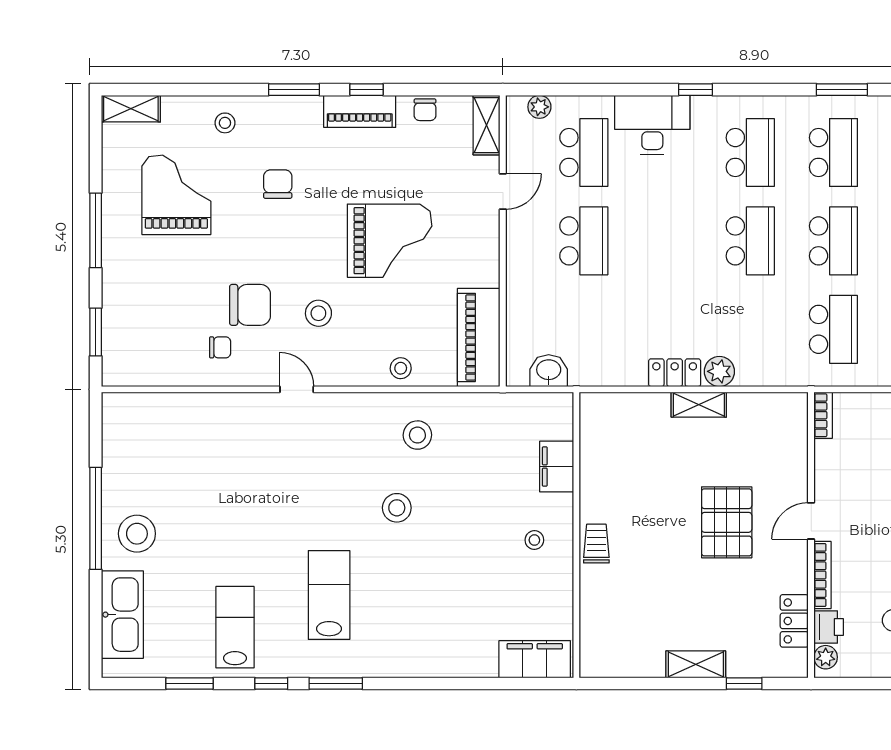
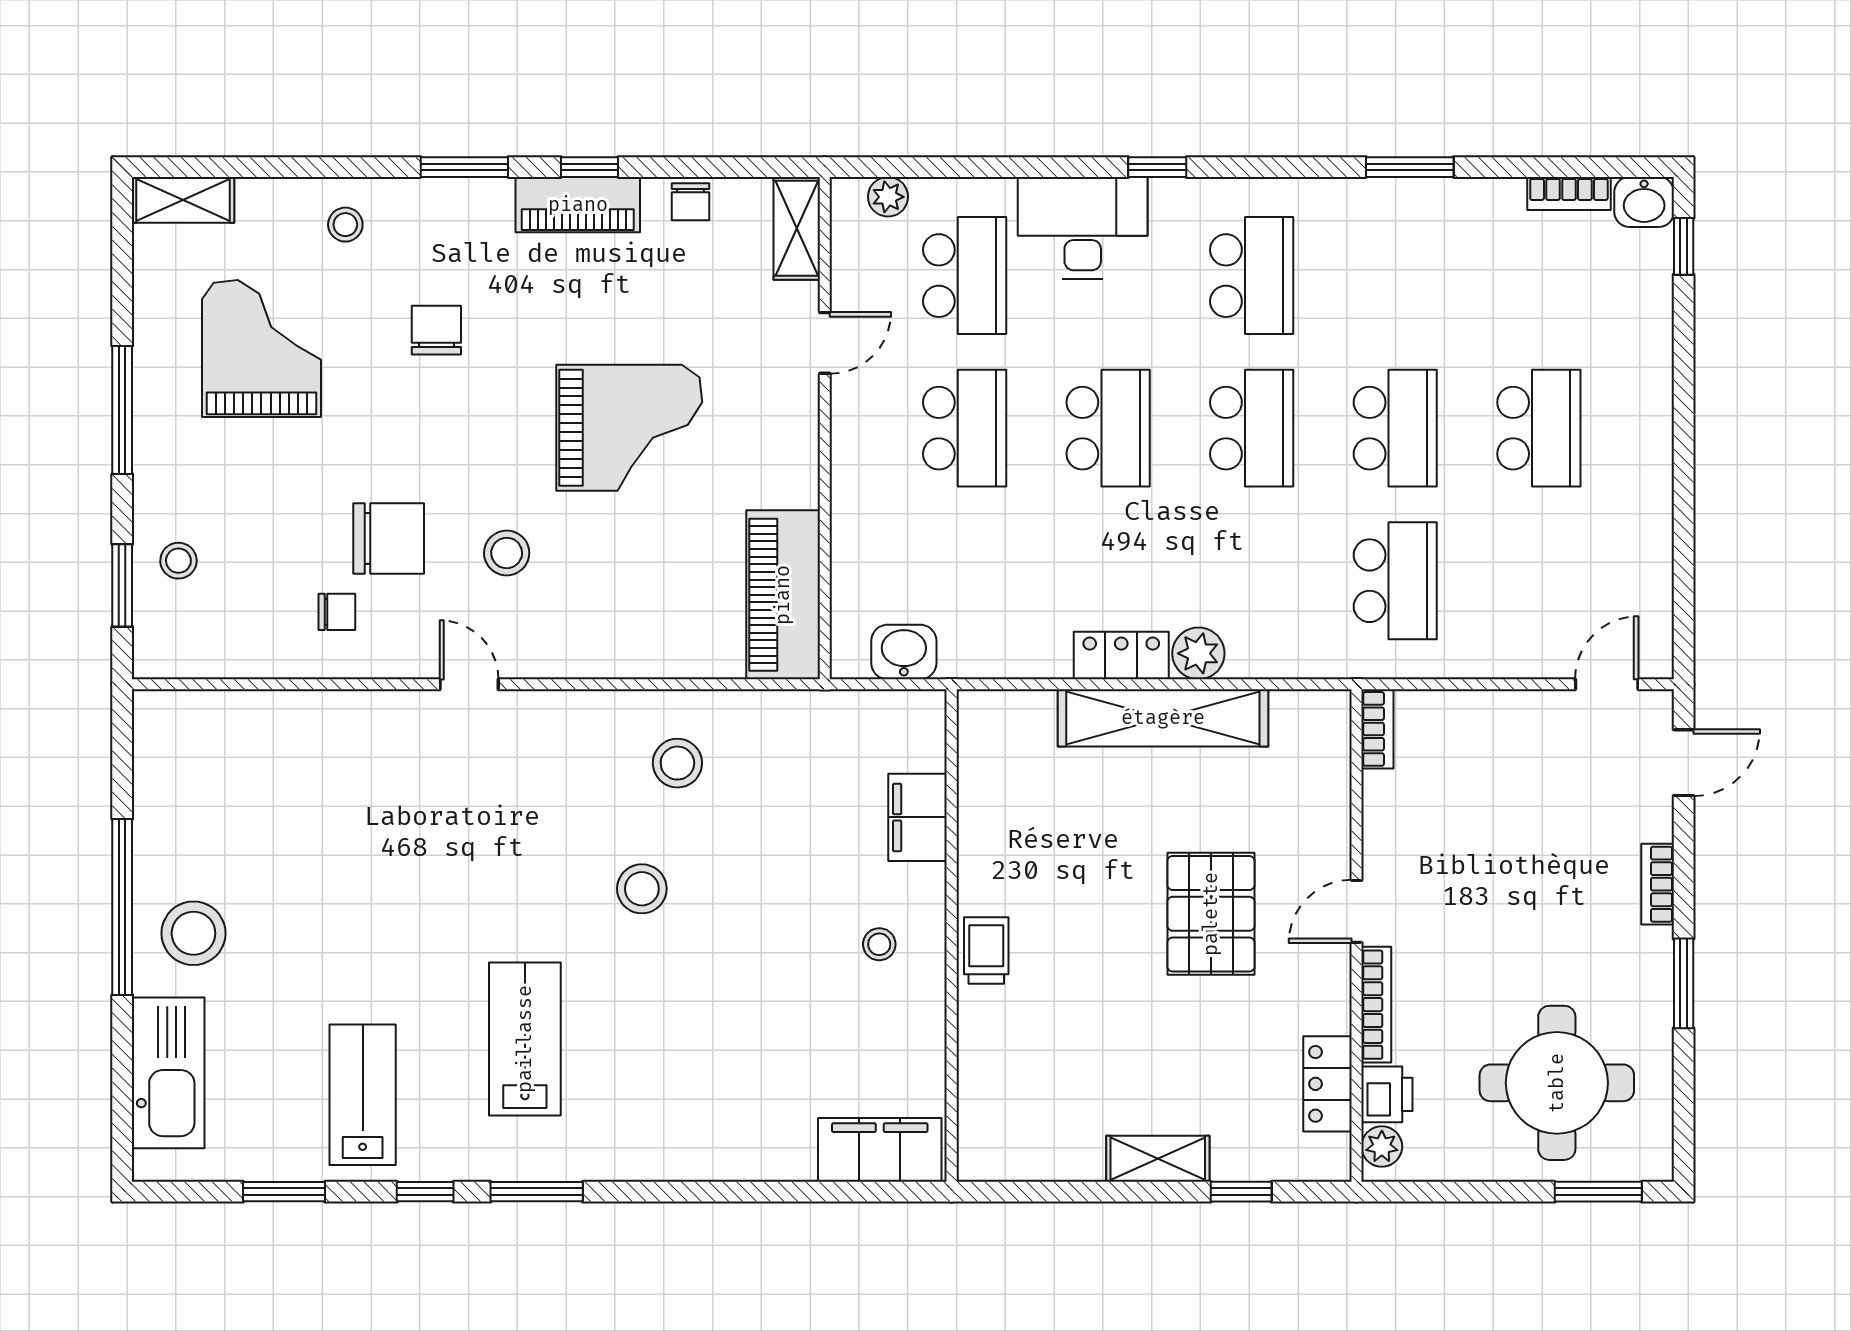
school desk: (833, 152) -> (1108, 428), moved
stool: (401, 368) -> (178, 561), moved
shelving: (699, 405) -> (1163, 718), width x2.20, depth x1.33

